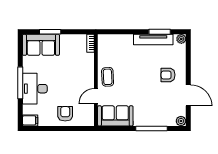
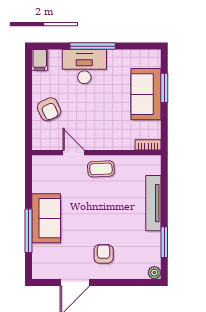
tv unit: (153, 40) -> (153, 203), moved
sofa: (41, 45) -> (146, 94), moved
armchair: (65, 114) -> (49, 109), turned 65
sofa: (115, 116) -> (46, 218), moved
plant: (181, 121) -> (39, 272), removed

